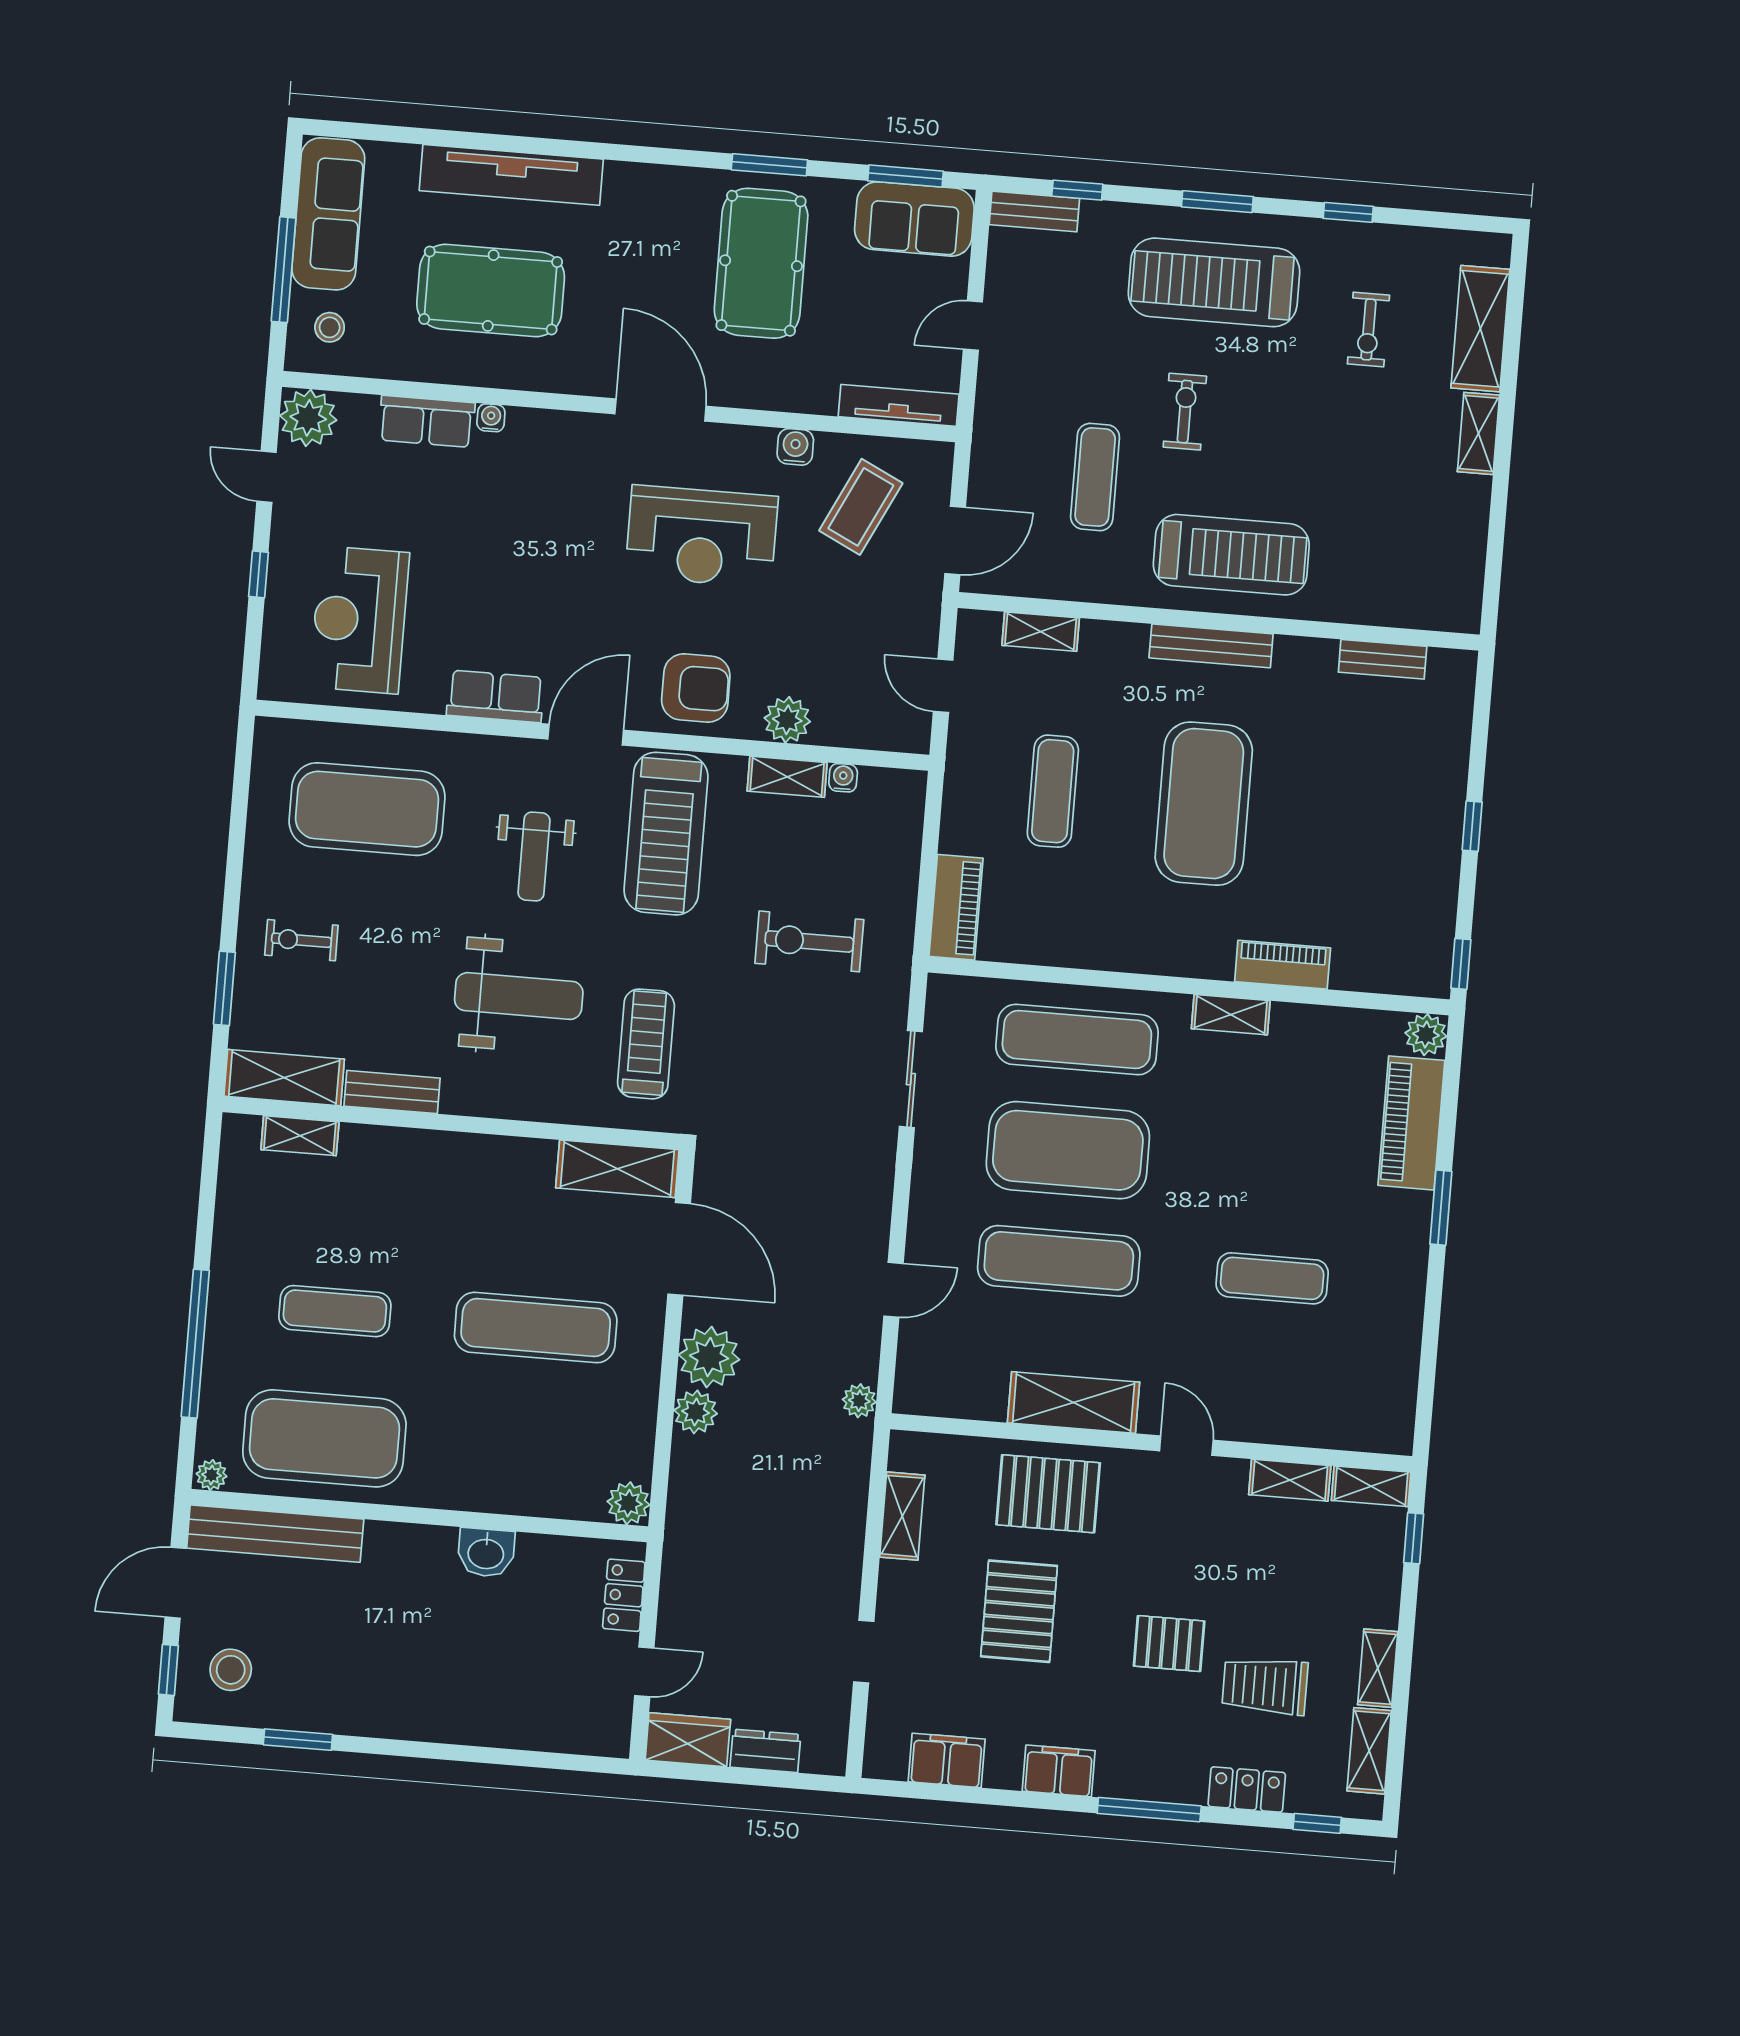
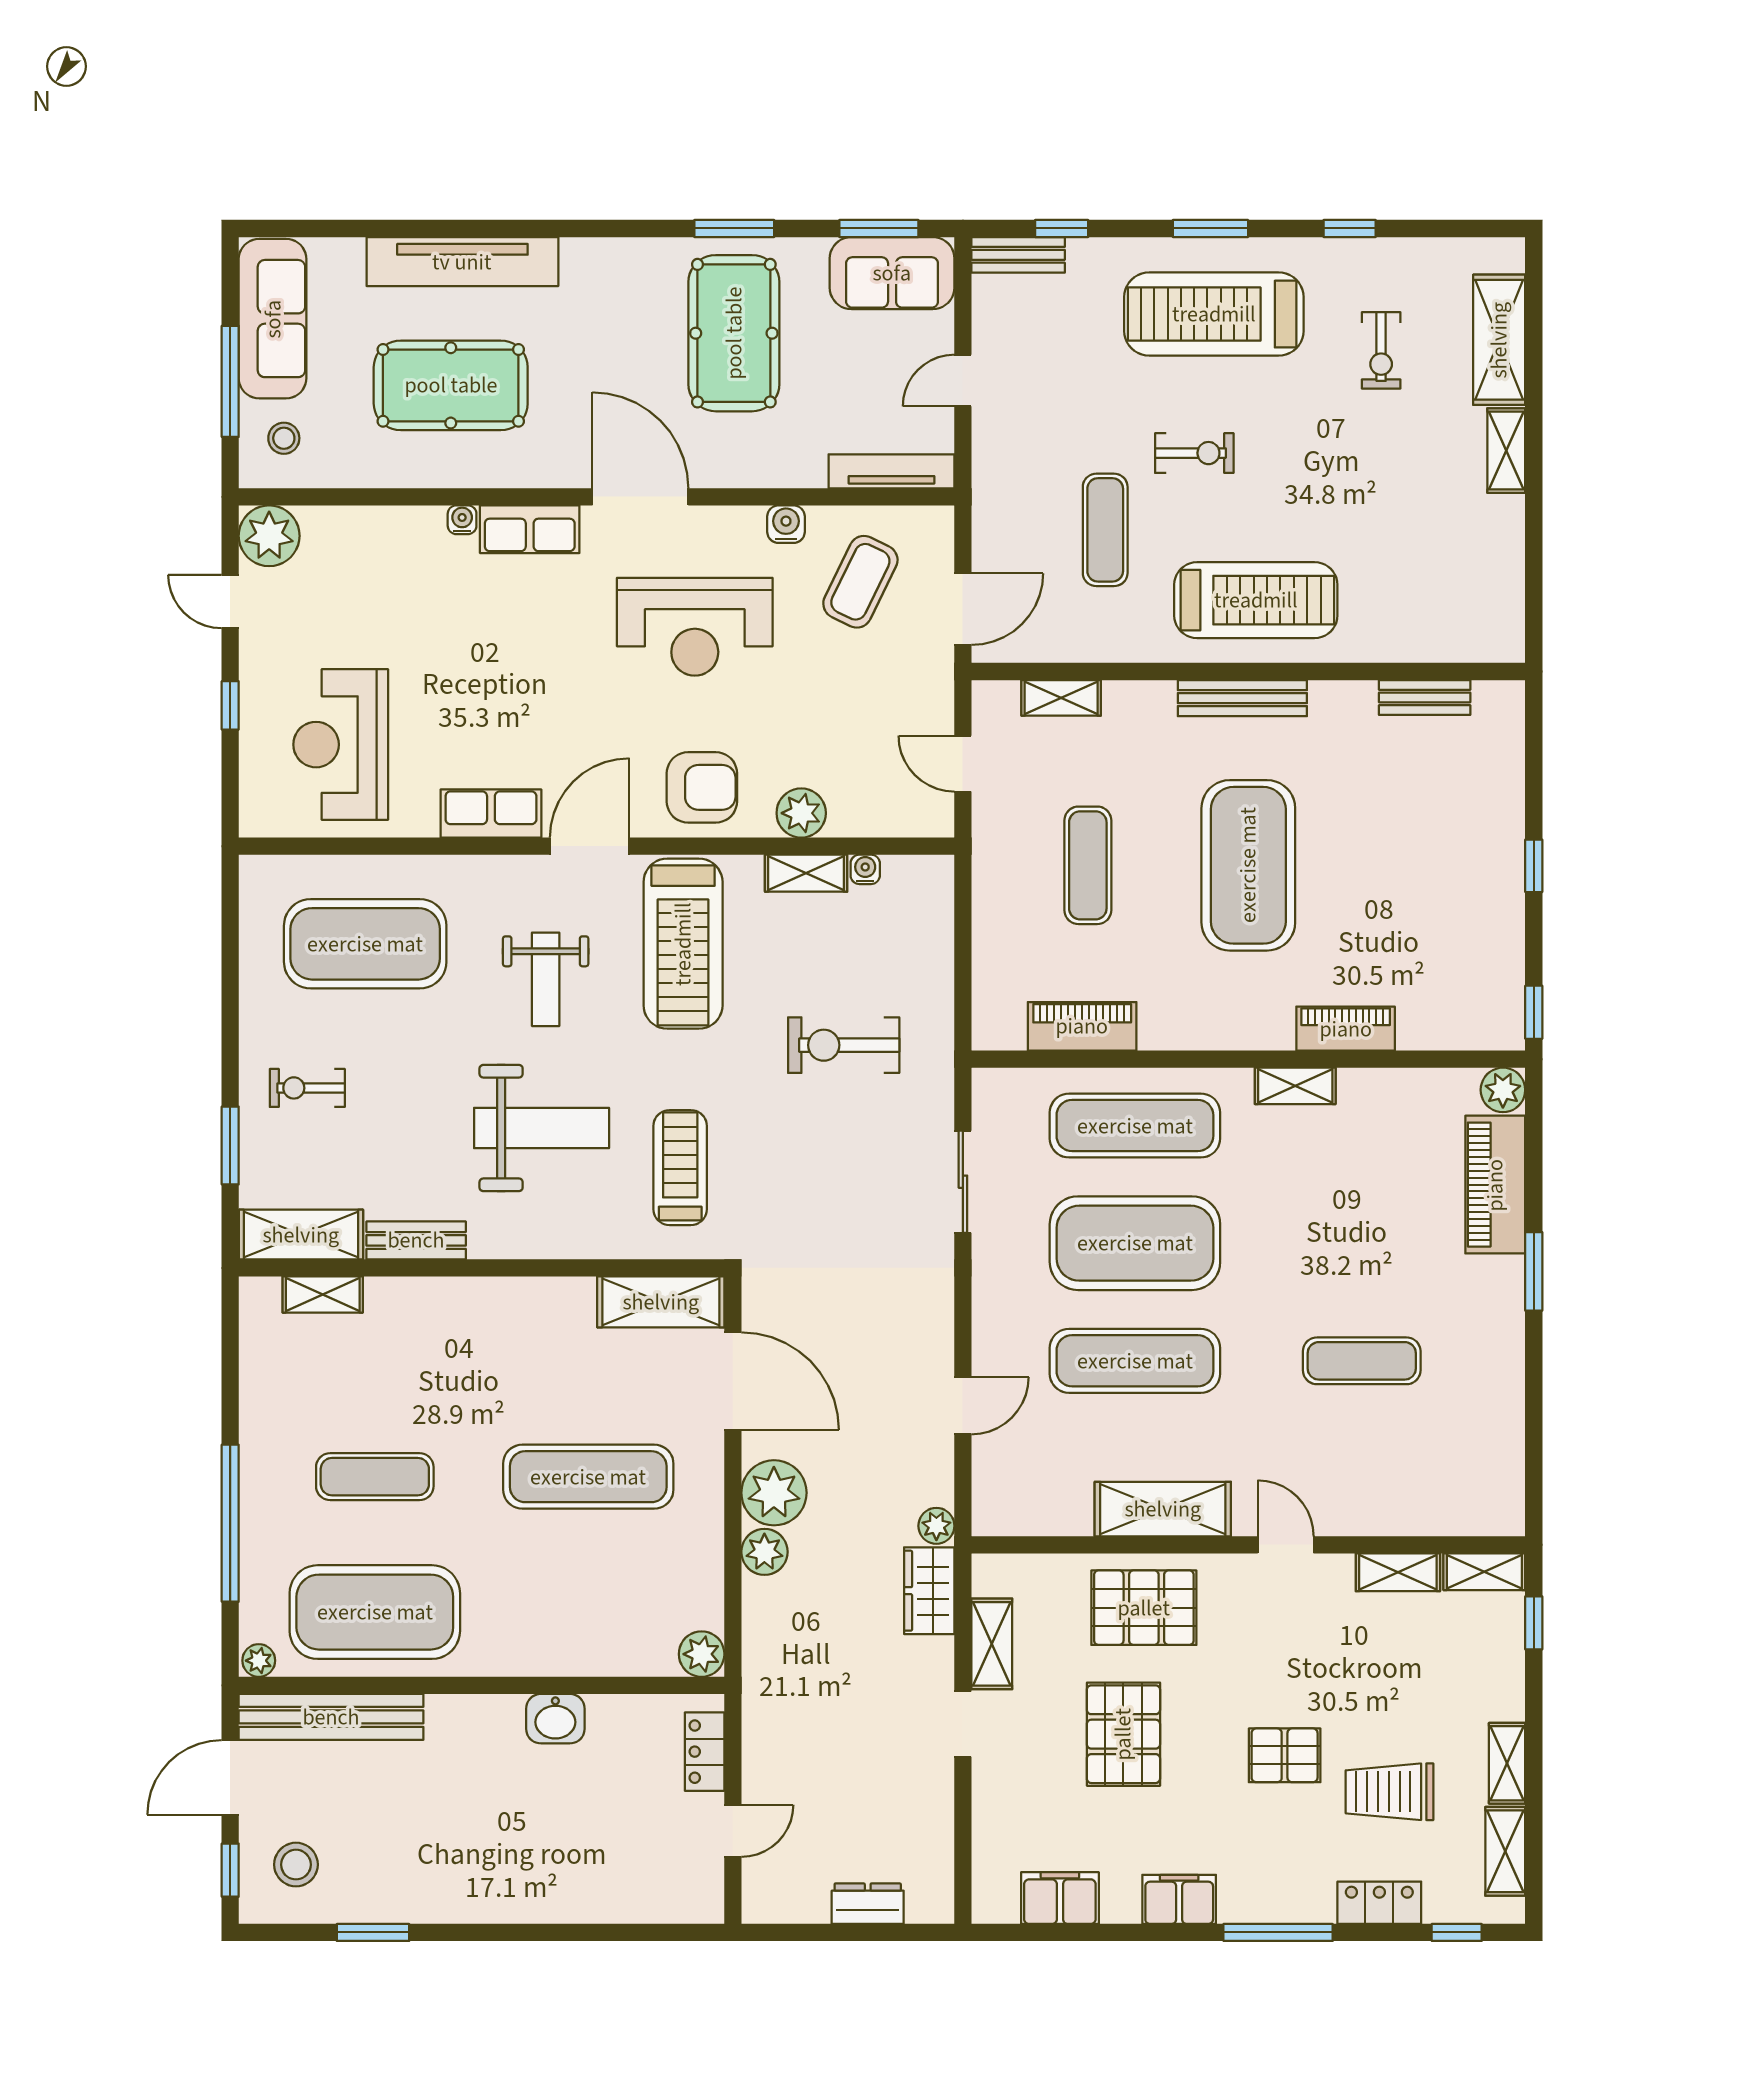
exercise bike: (1185, 412) -> (1194, 453), turned 90
row of seats: (427, 421) -> (530, 529), moved
piano: (956, 907) -> (1082, 1026), moved, turned -90
doorway: (864, 1652) -> (963, 1724), moved
wardrobe: (688, 1740) -> (929, 1591), moved, turned -90

